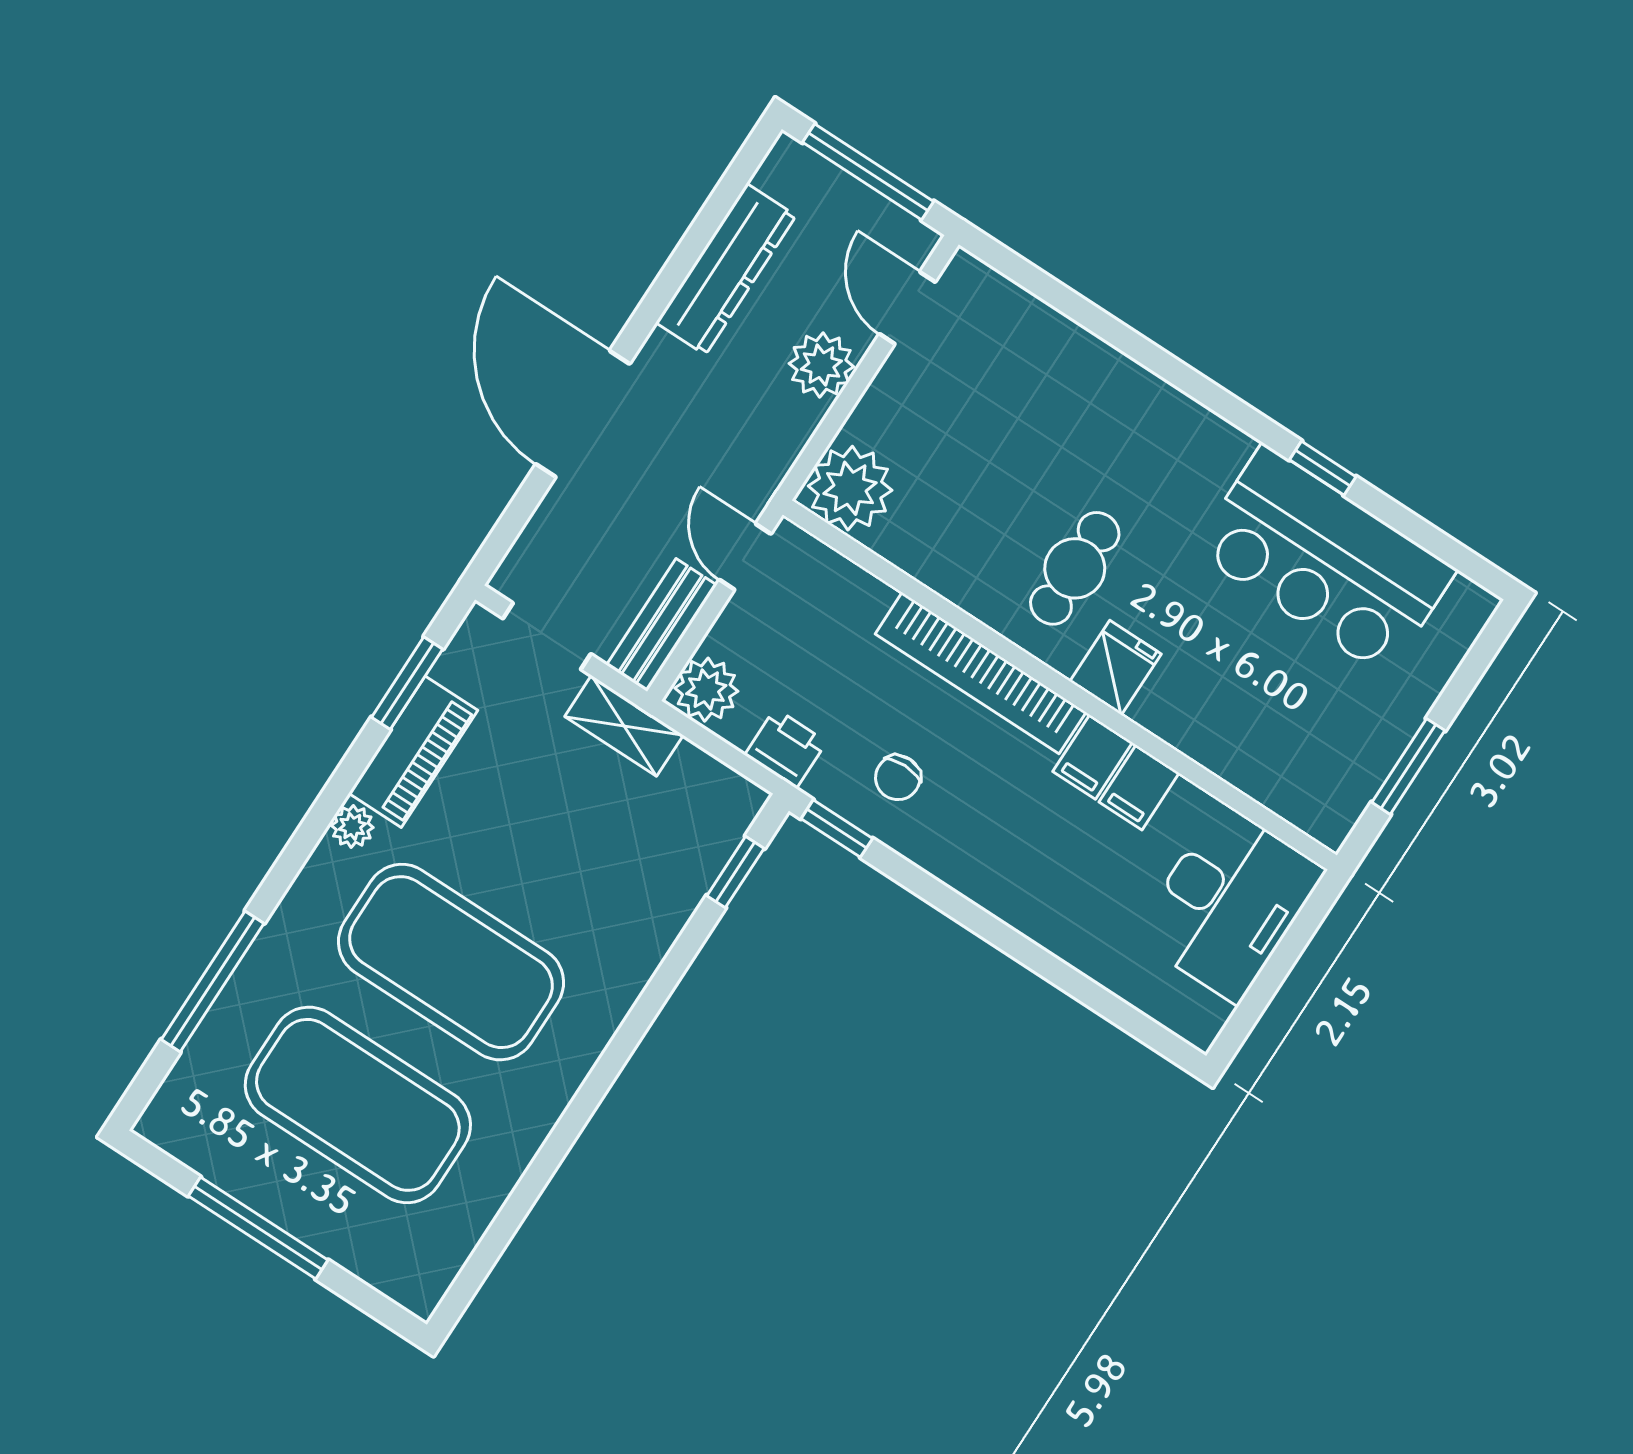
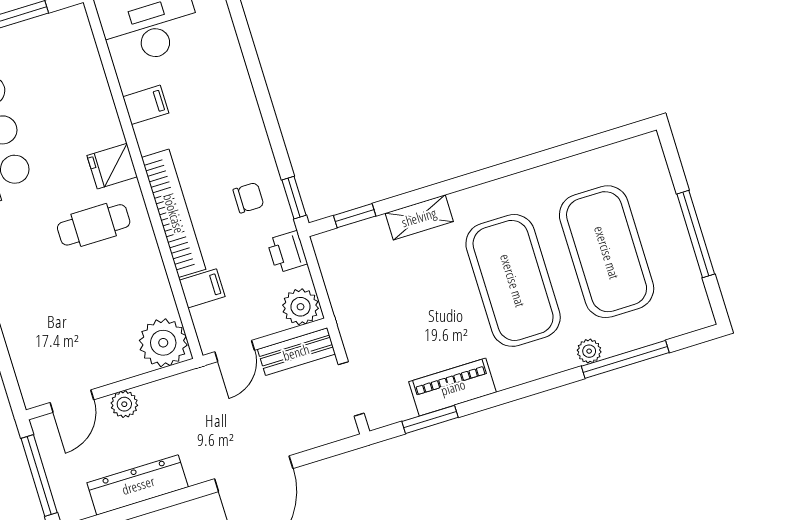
plant: (821, 365) -> (124, 404), width x0.73, depth x0.73
shelving: (624, 726) -> (419, 217), moved, turned 90
filing cabinet: (1093, 757) -> (202, 288), moved
plant: (352, 826) -> (589, 351), moved

